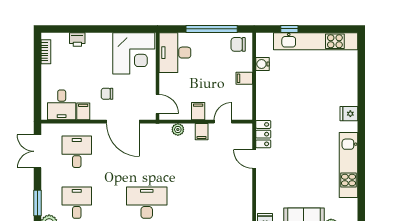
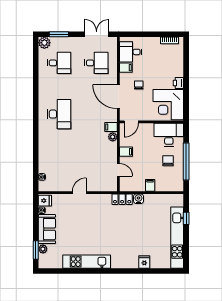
printer: (77, 39) -> (178, 83), moved
chair: (238, 44) -> (168, 161), moved
water cooler: (263, 64) -> (139, 199), moved
fridge: (349, 114) -> (144, 262), moved
door: (123, 122) -> (118, 97), hinge flipped
filing cabinet: (202, 132) -> (111, 127), moved
locker: (263, 134) -> (122, 199), moved
door: (254, 159) -> (79, 193), moved

